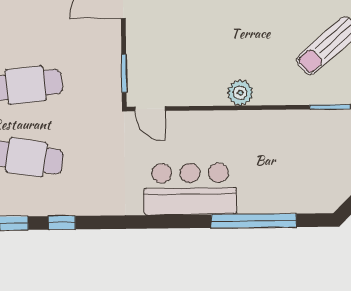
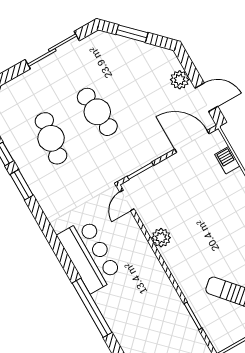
plant: (240, 93) -> (161, 238), moved
window: (62, 223) -> (22, 185), width x1.50

